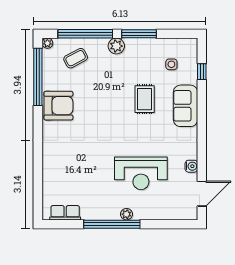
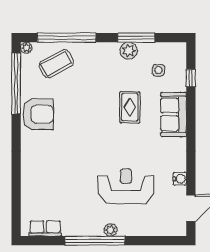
window: (139, 34) -> (136, 38), moved
plant: (116, 46) -> (129, 51), moved
coffee table: (76, 58) -> (56, 64), width x1.36, depth x1.30
reception desk: (141, 173) -> (126, 186), turned 180

